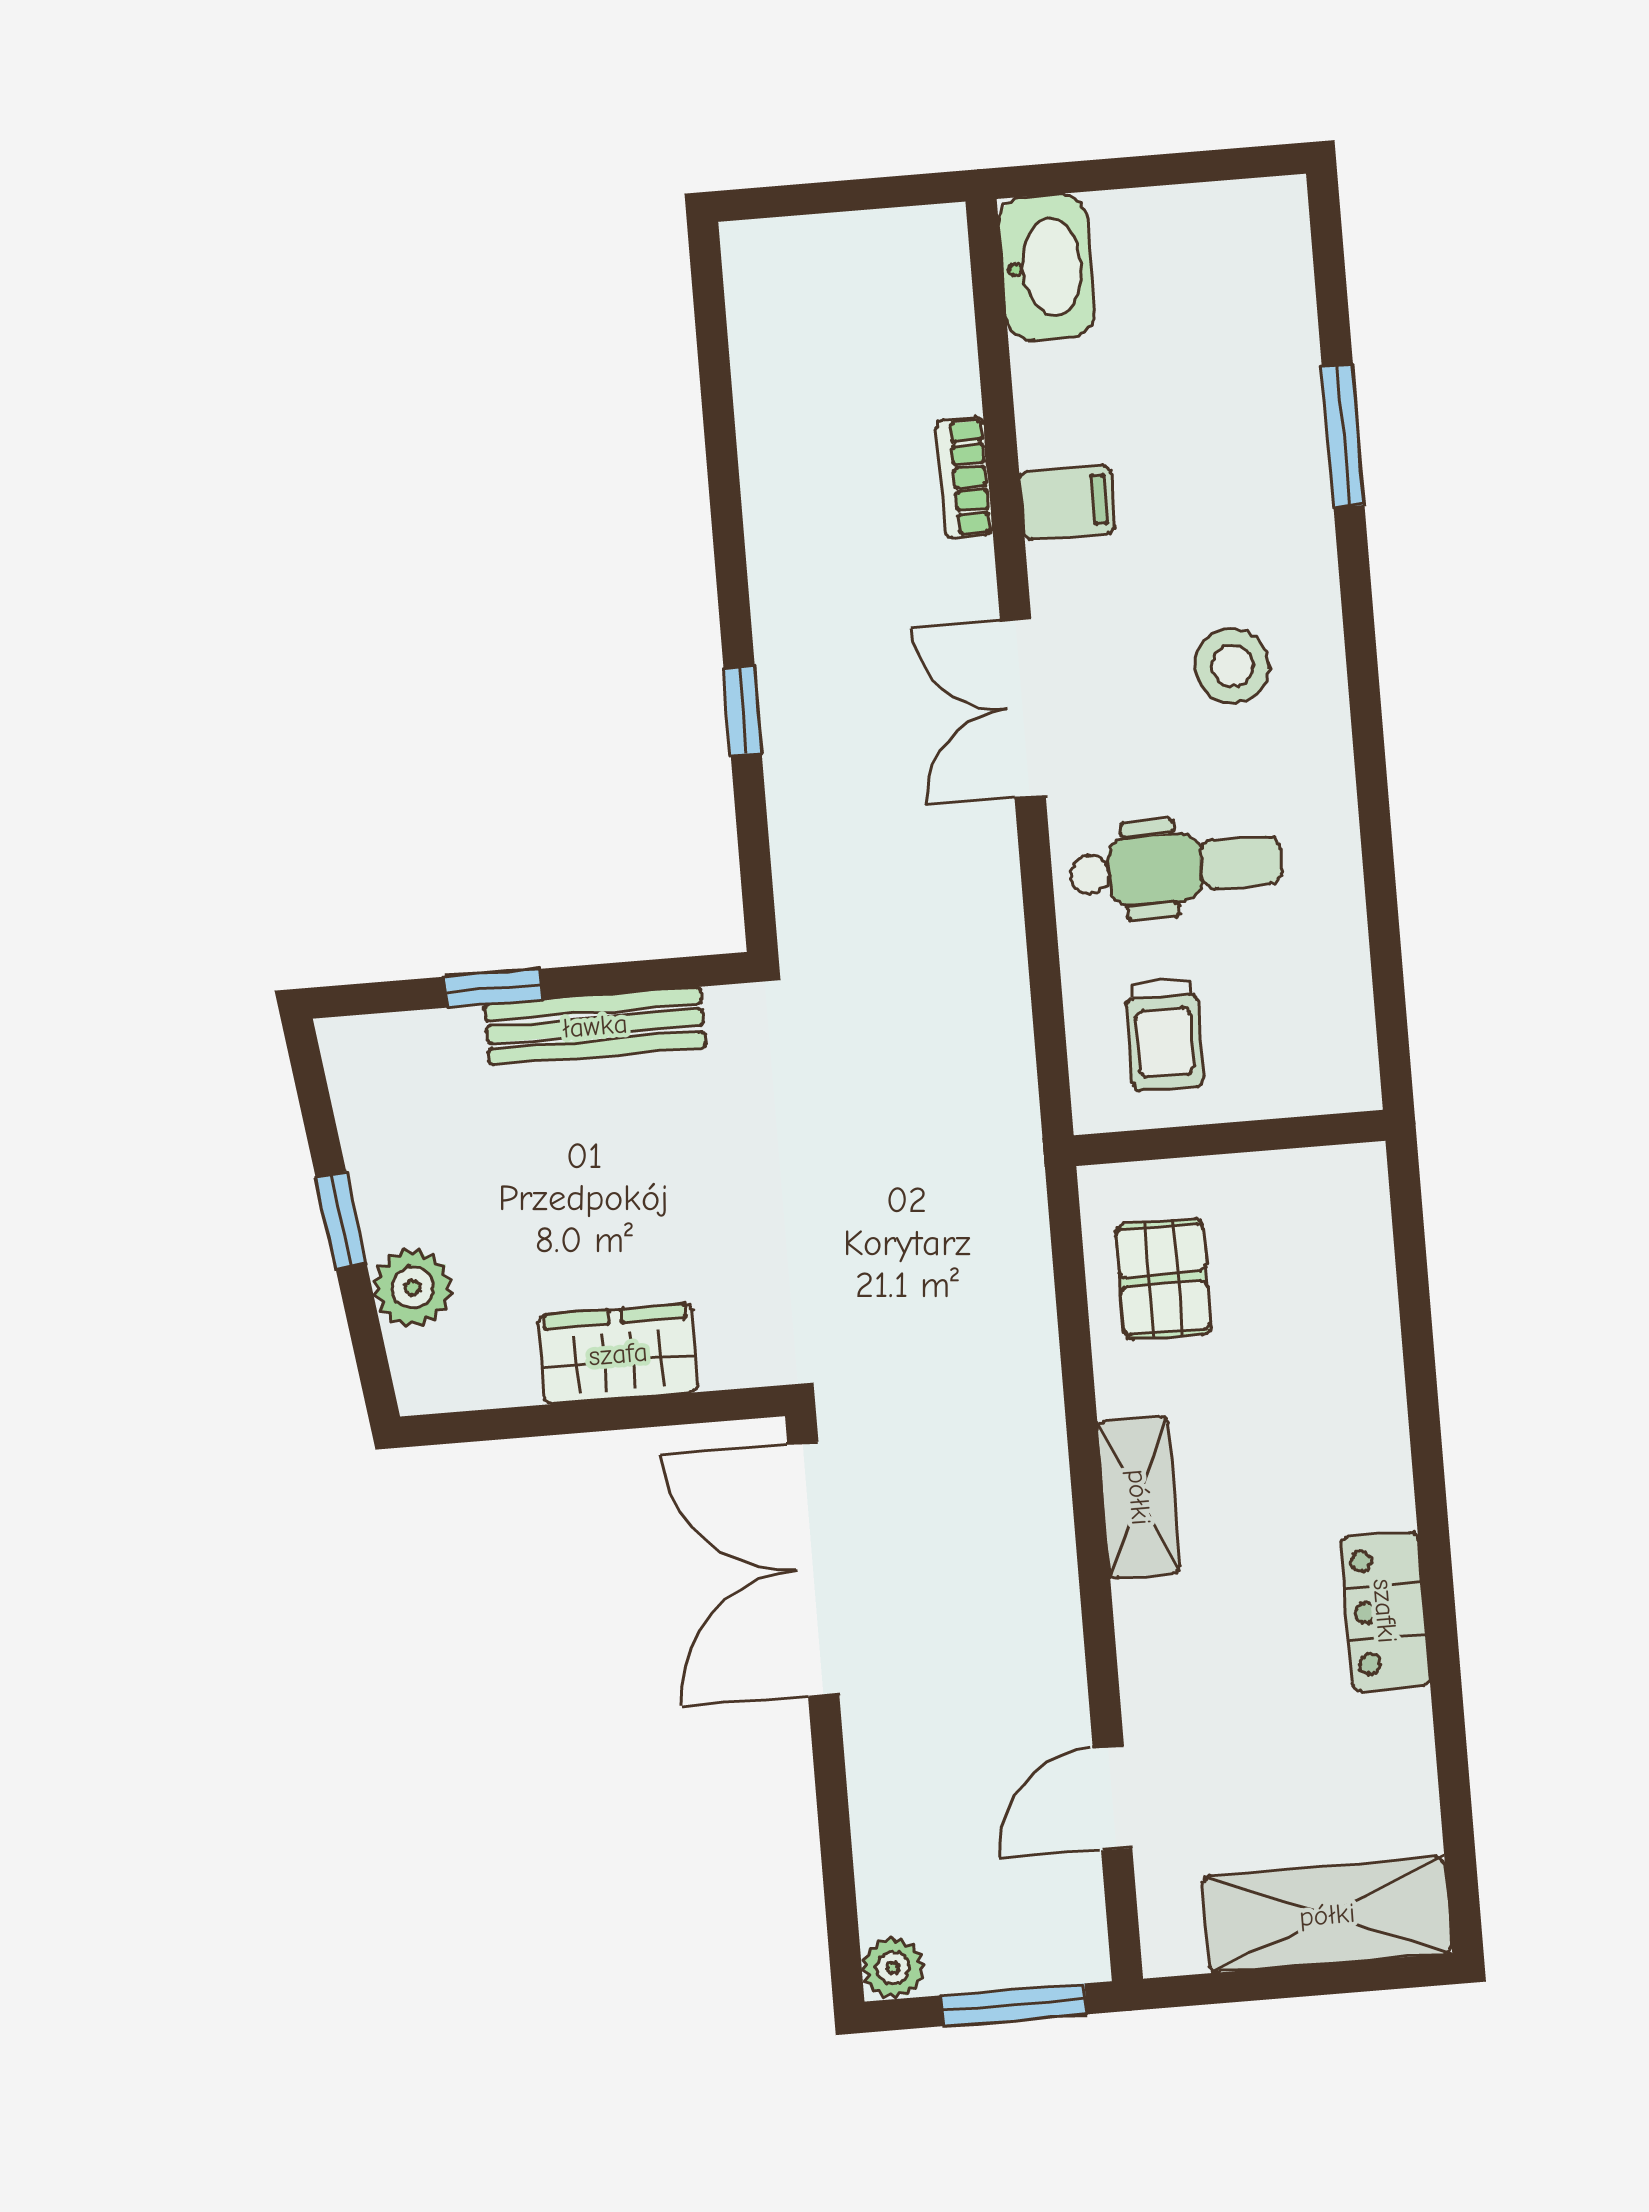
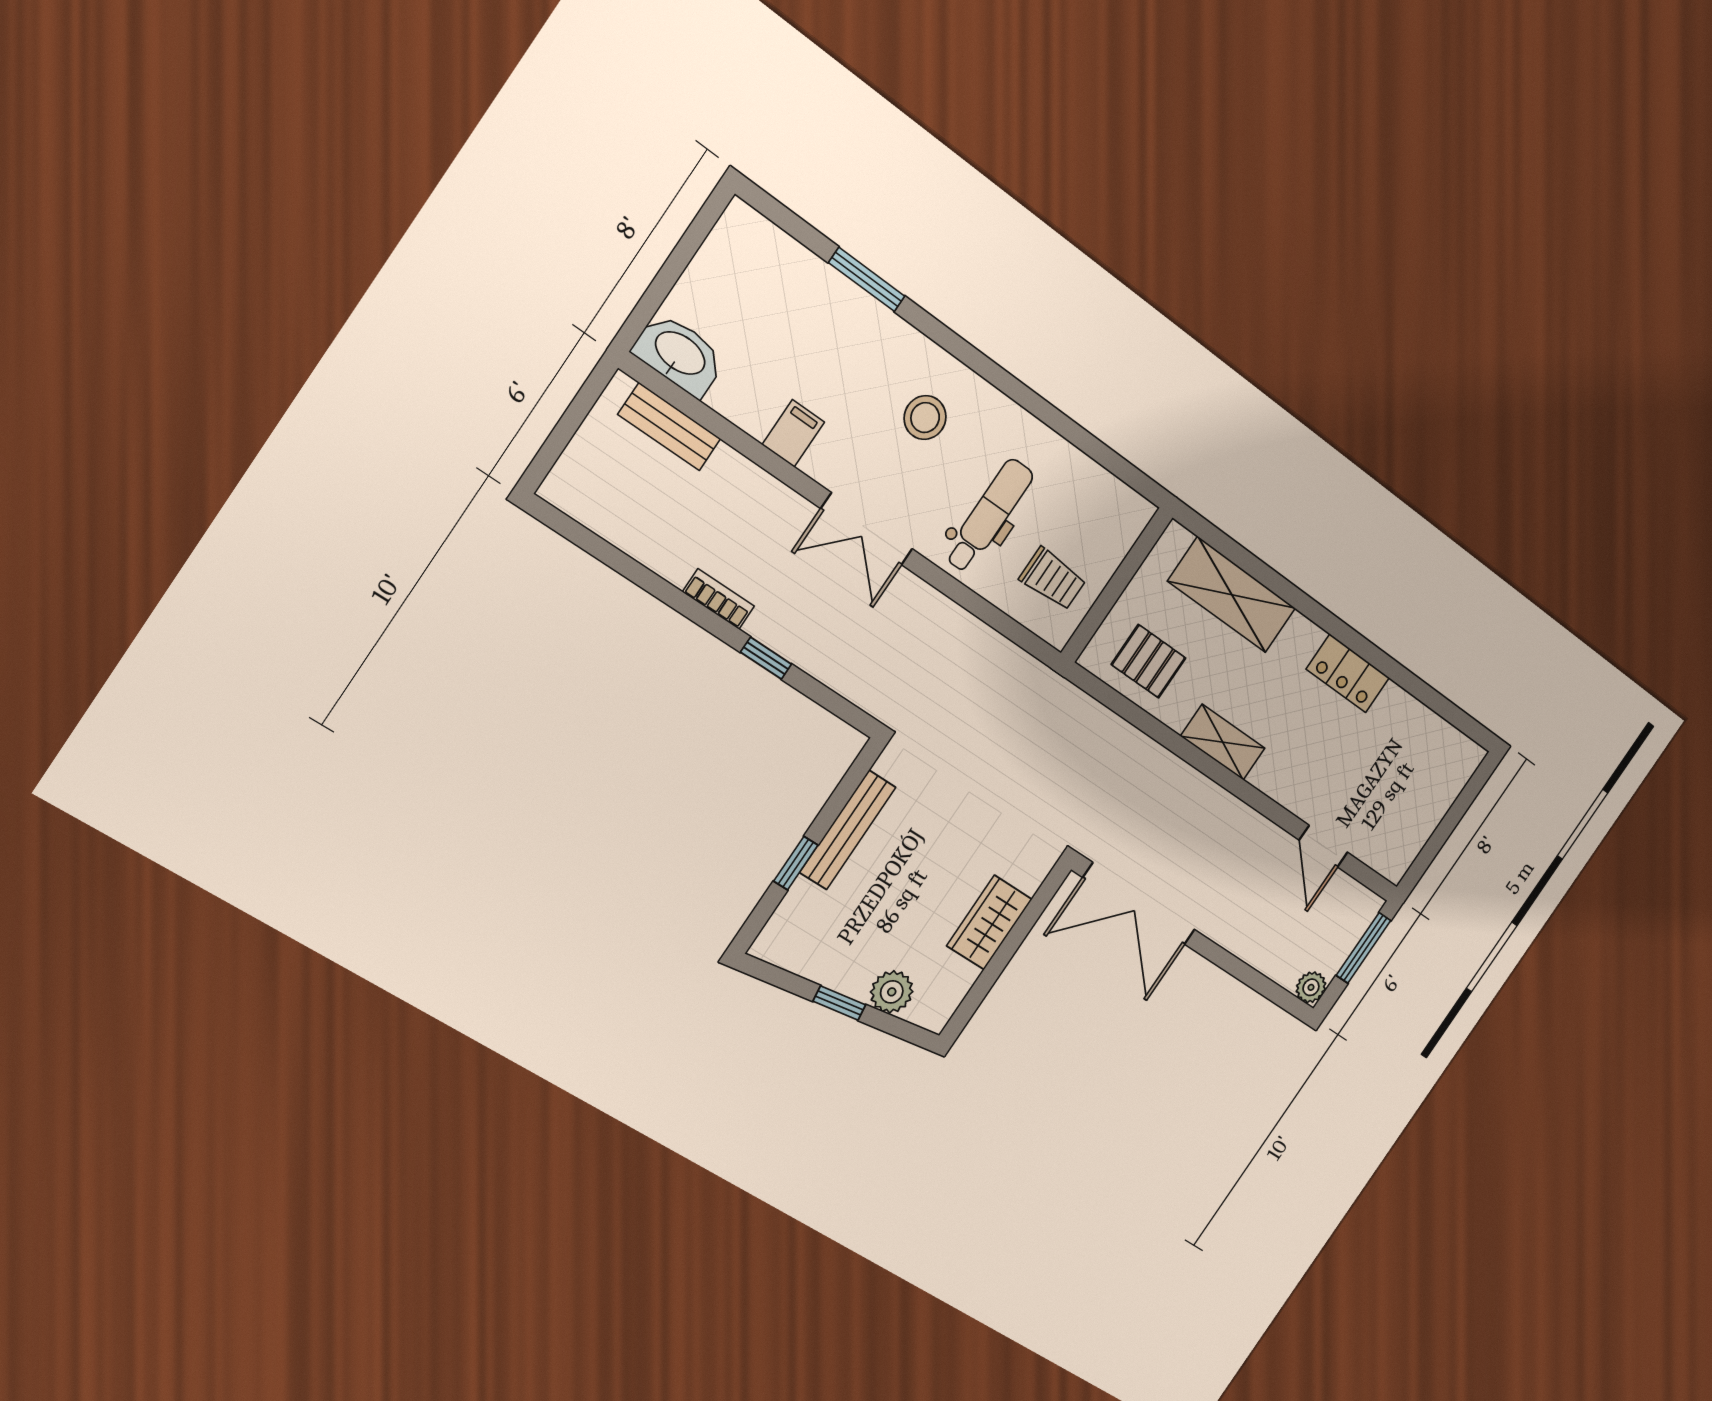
bench: (944, 329) -> (669, 427), added
bookcase: (964, 478) -> (719, 599), moved, turned 180
shelving: (1327, 1915) -> (1232, 595), moved, turned 90

